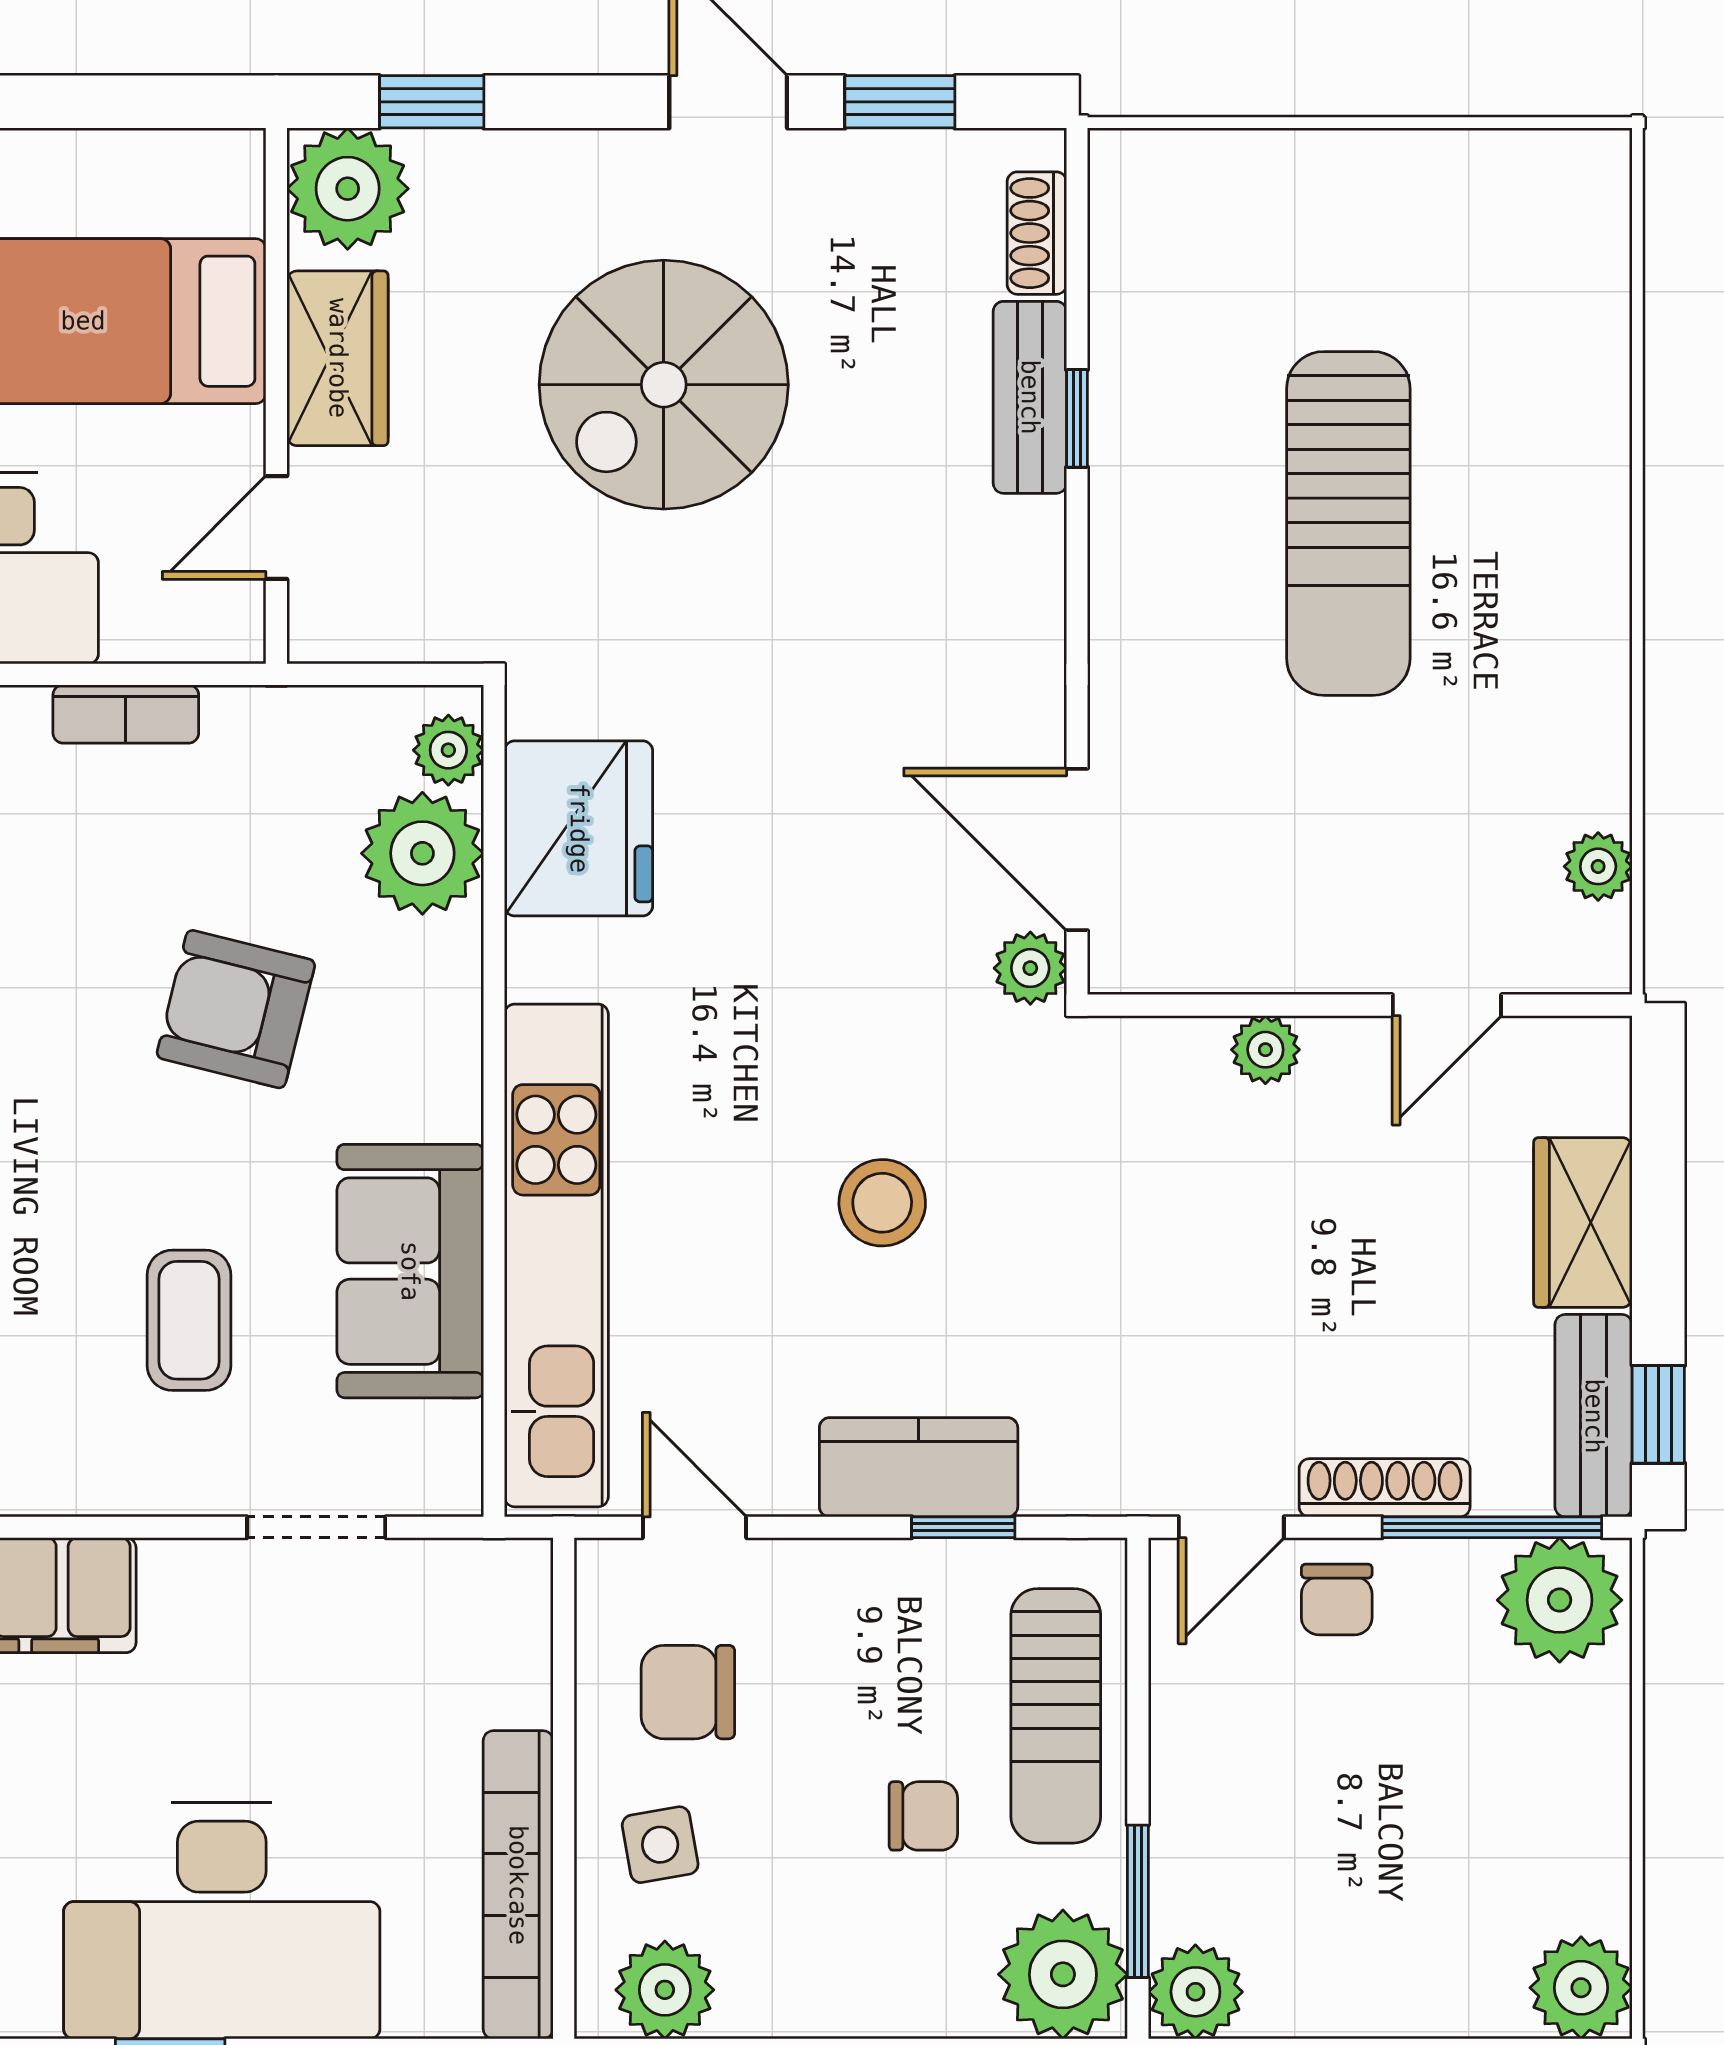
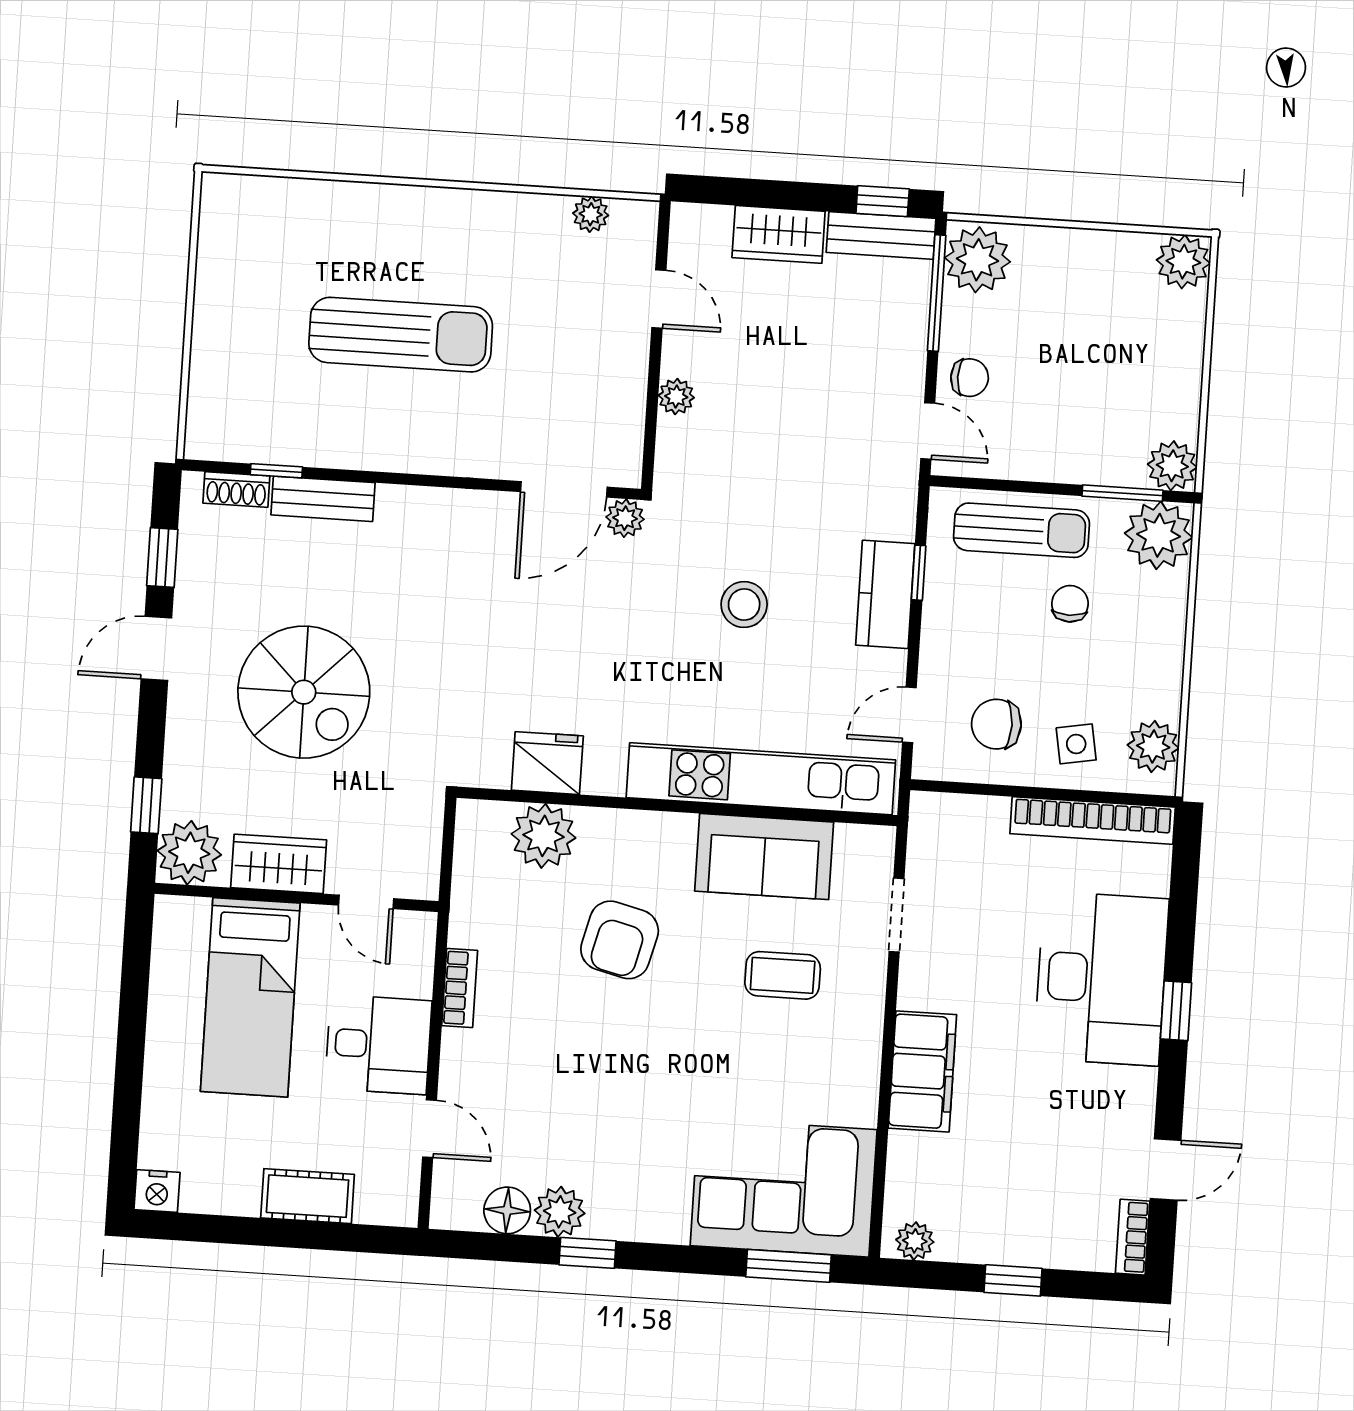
window: (1077, 418) -> (276, 471), moved
plant: (448, 750) -> (490, 819), removed
fridge: (579, 828) -> (547, 763), width x0.73, depth x0.75
shoe rack: (1385, 1488) -> (912, 348), removed
chair: (688, 1692) -> (996, 724), turned 90

